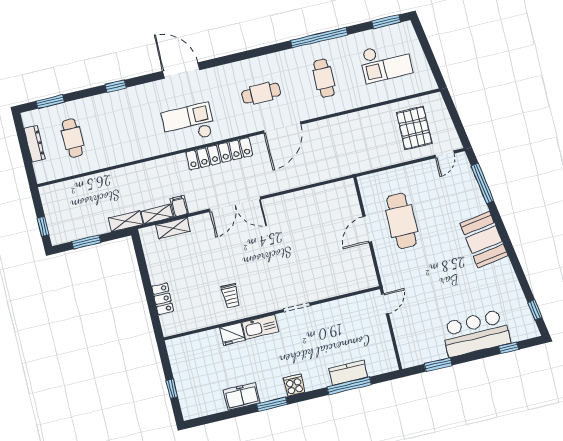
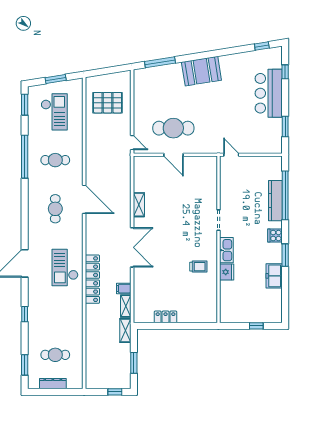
window: (429, 54) -> (56, 79), added
locker: (219, 154) -> (92, 279), moved
door: (445, 154) -> (132, 143), moved
shelving: (173, 228) -> (139, 205), moved
locker: (163, 299) -> (166, 317), moved
kitchen counter: (348, 373) -> (275, 201), width x1.50
window: (349, 386) -> (285, 195), width x1.46

